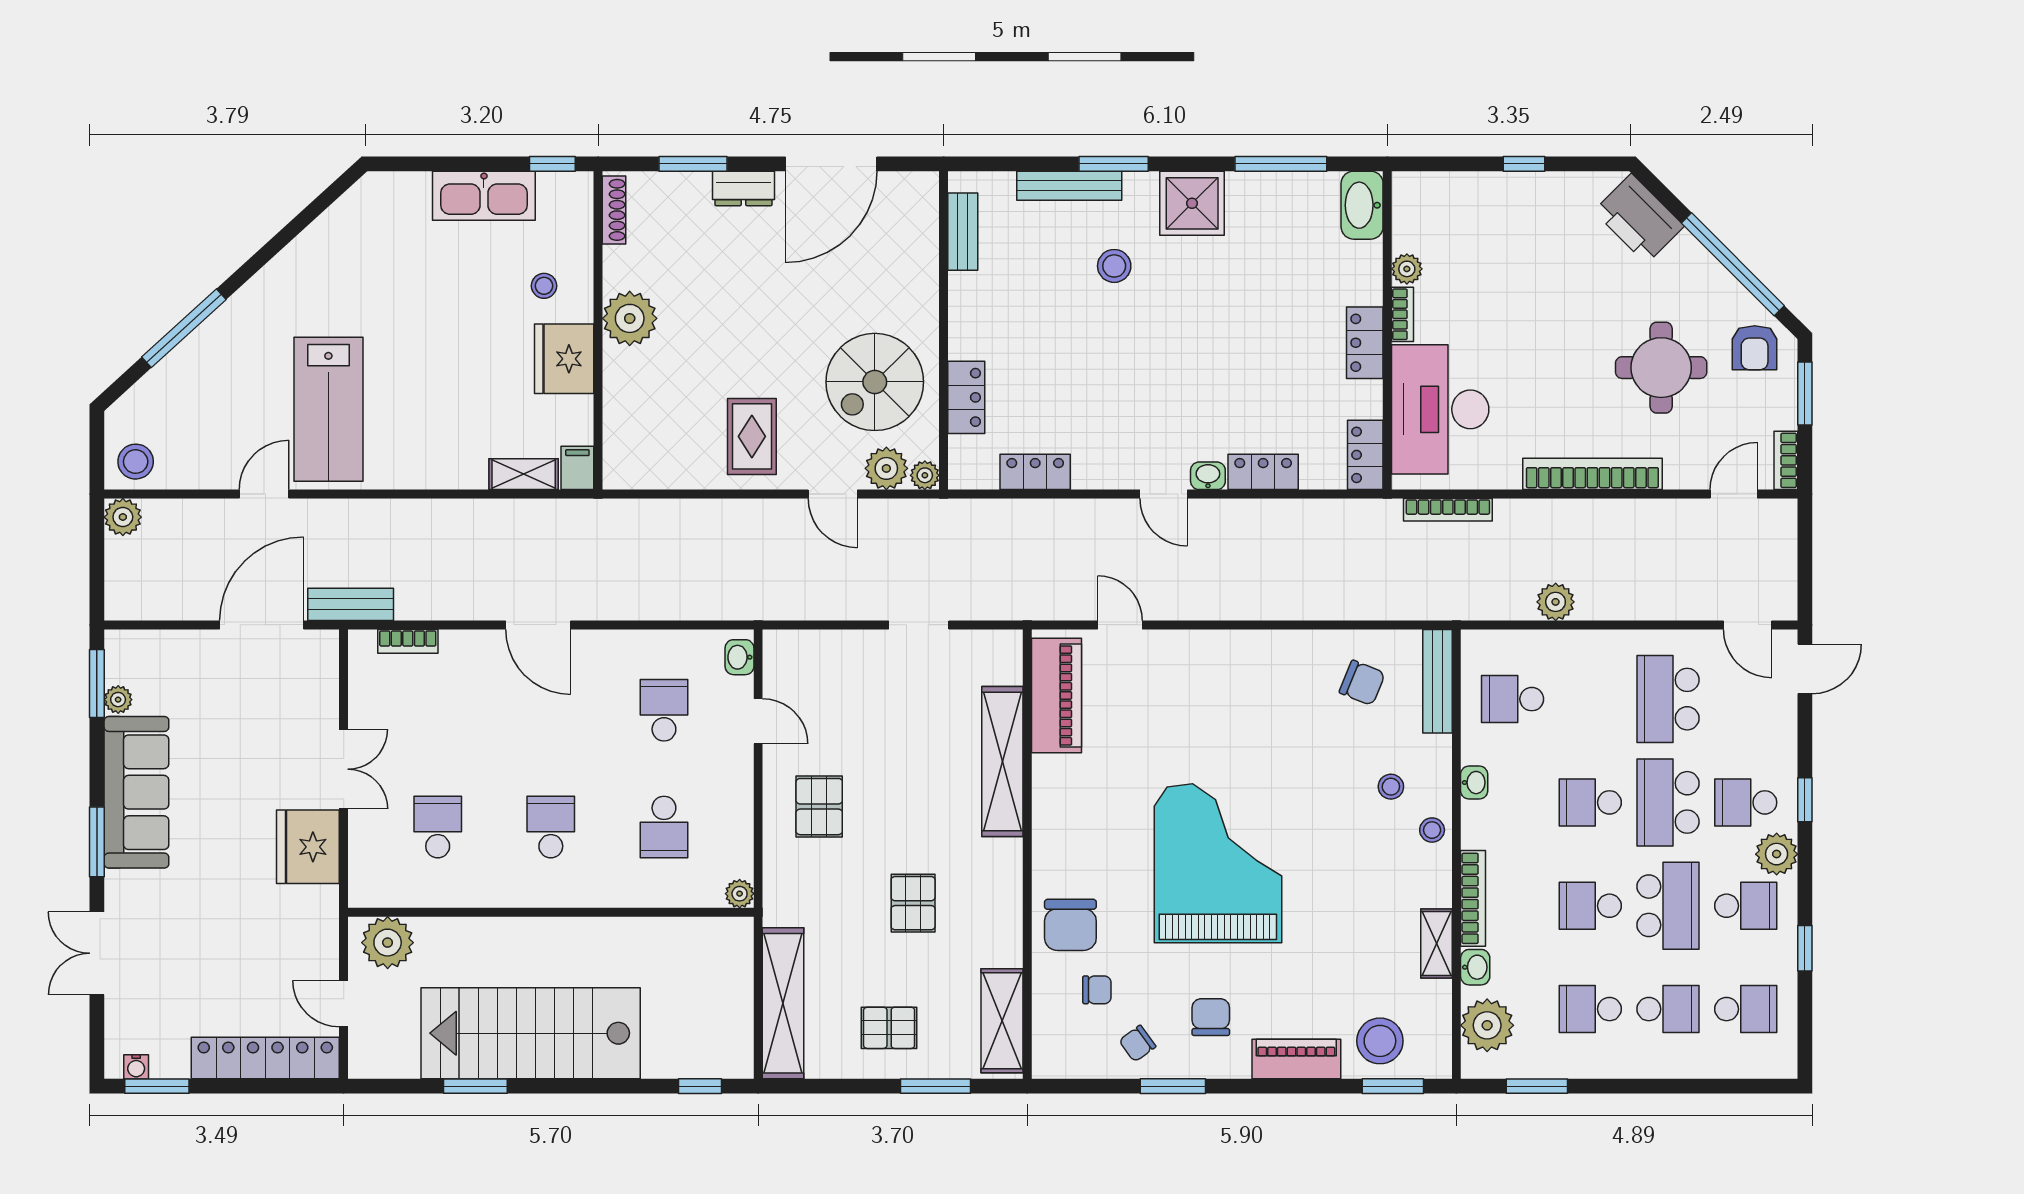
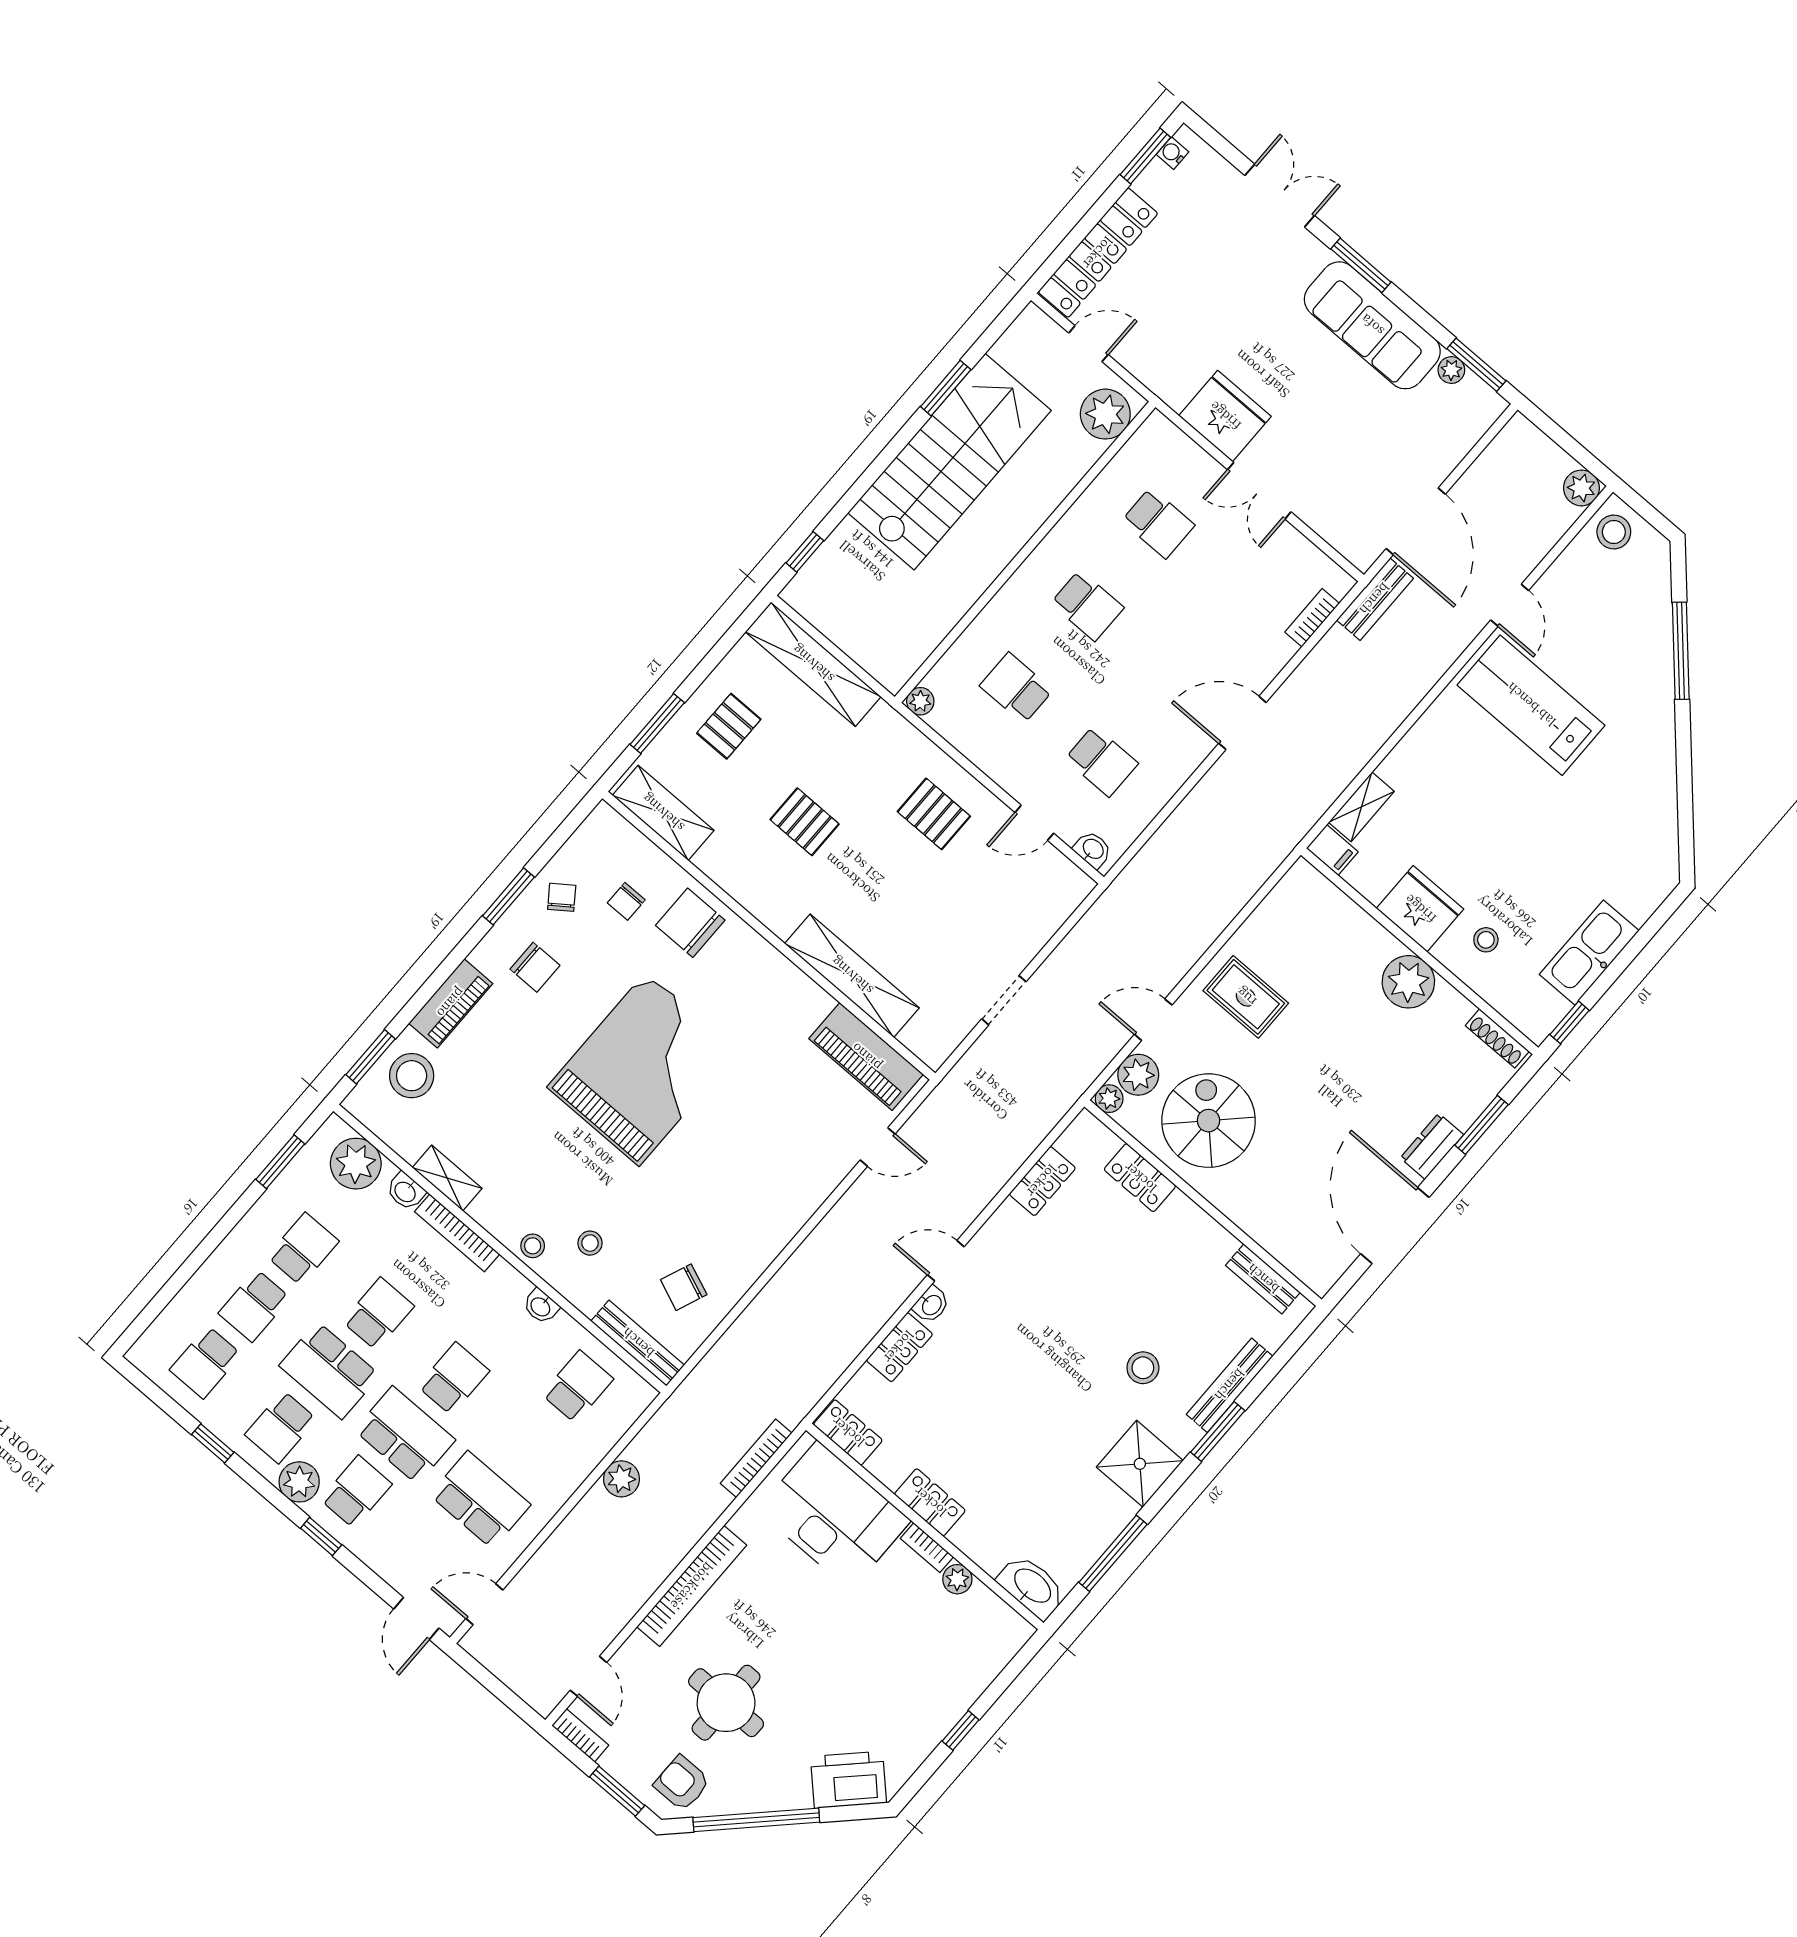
grand piano: (1218, 863) -> (643, 1069), turned -90

